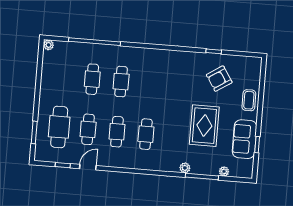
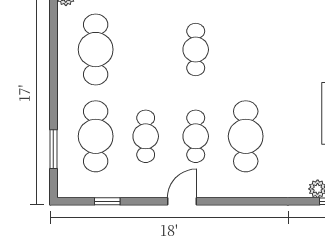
cafe table: (92, 79) -> (96, 50), moved, width x1.37, depth x1.35
cafe table: (146, 134) -> (246, 136), width x1.37, depth x1.35
door: (88, 167) -> (182, 201), moved

